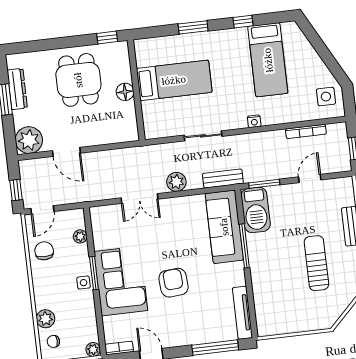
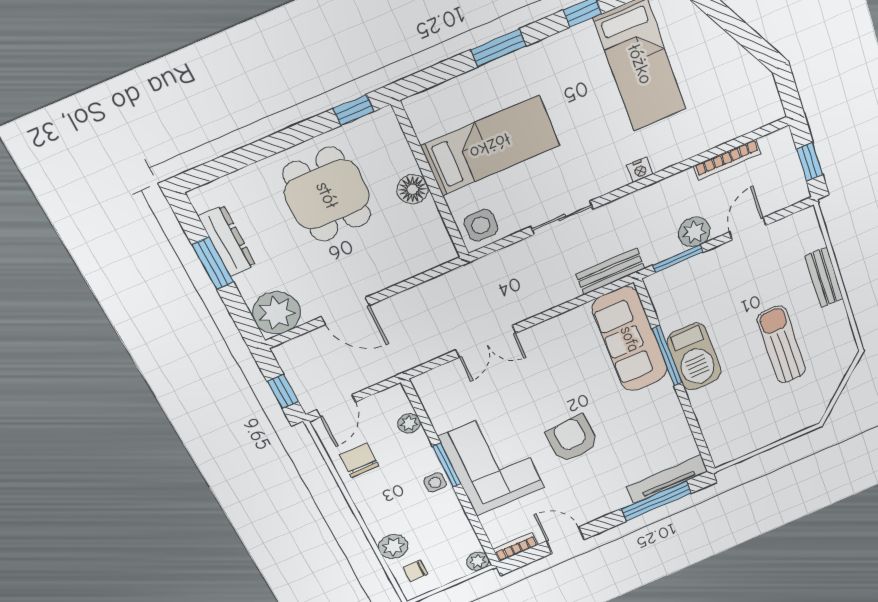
side table: (326, 97) -> (481, 225), moved
plant: (176, 182) -> (694, 232), moved
barbecue: (256, 210) -> (694, 357), moved
tv unit: (242, 313) -> (667, 479), moved, turned 90

